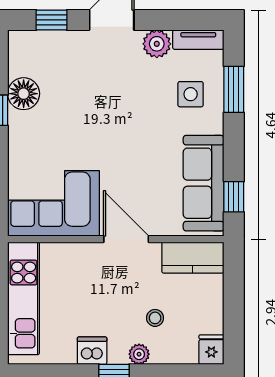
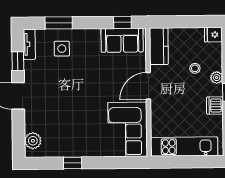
window: (52, 20) -> (18, 61), moved
plant: (157, 44) -> (33, 141), moved
floor lamp: (24, 94) -> (63, 148), removed
sofa: (204, 183) -> (122, 40), width x0.73

